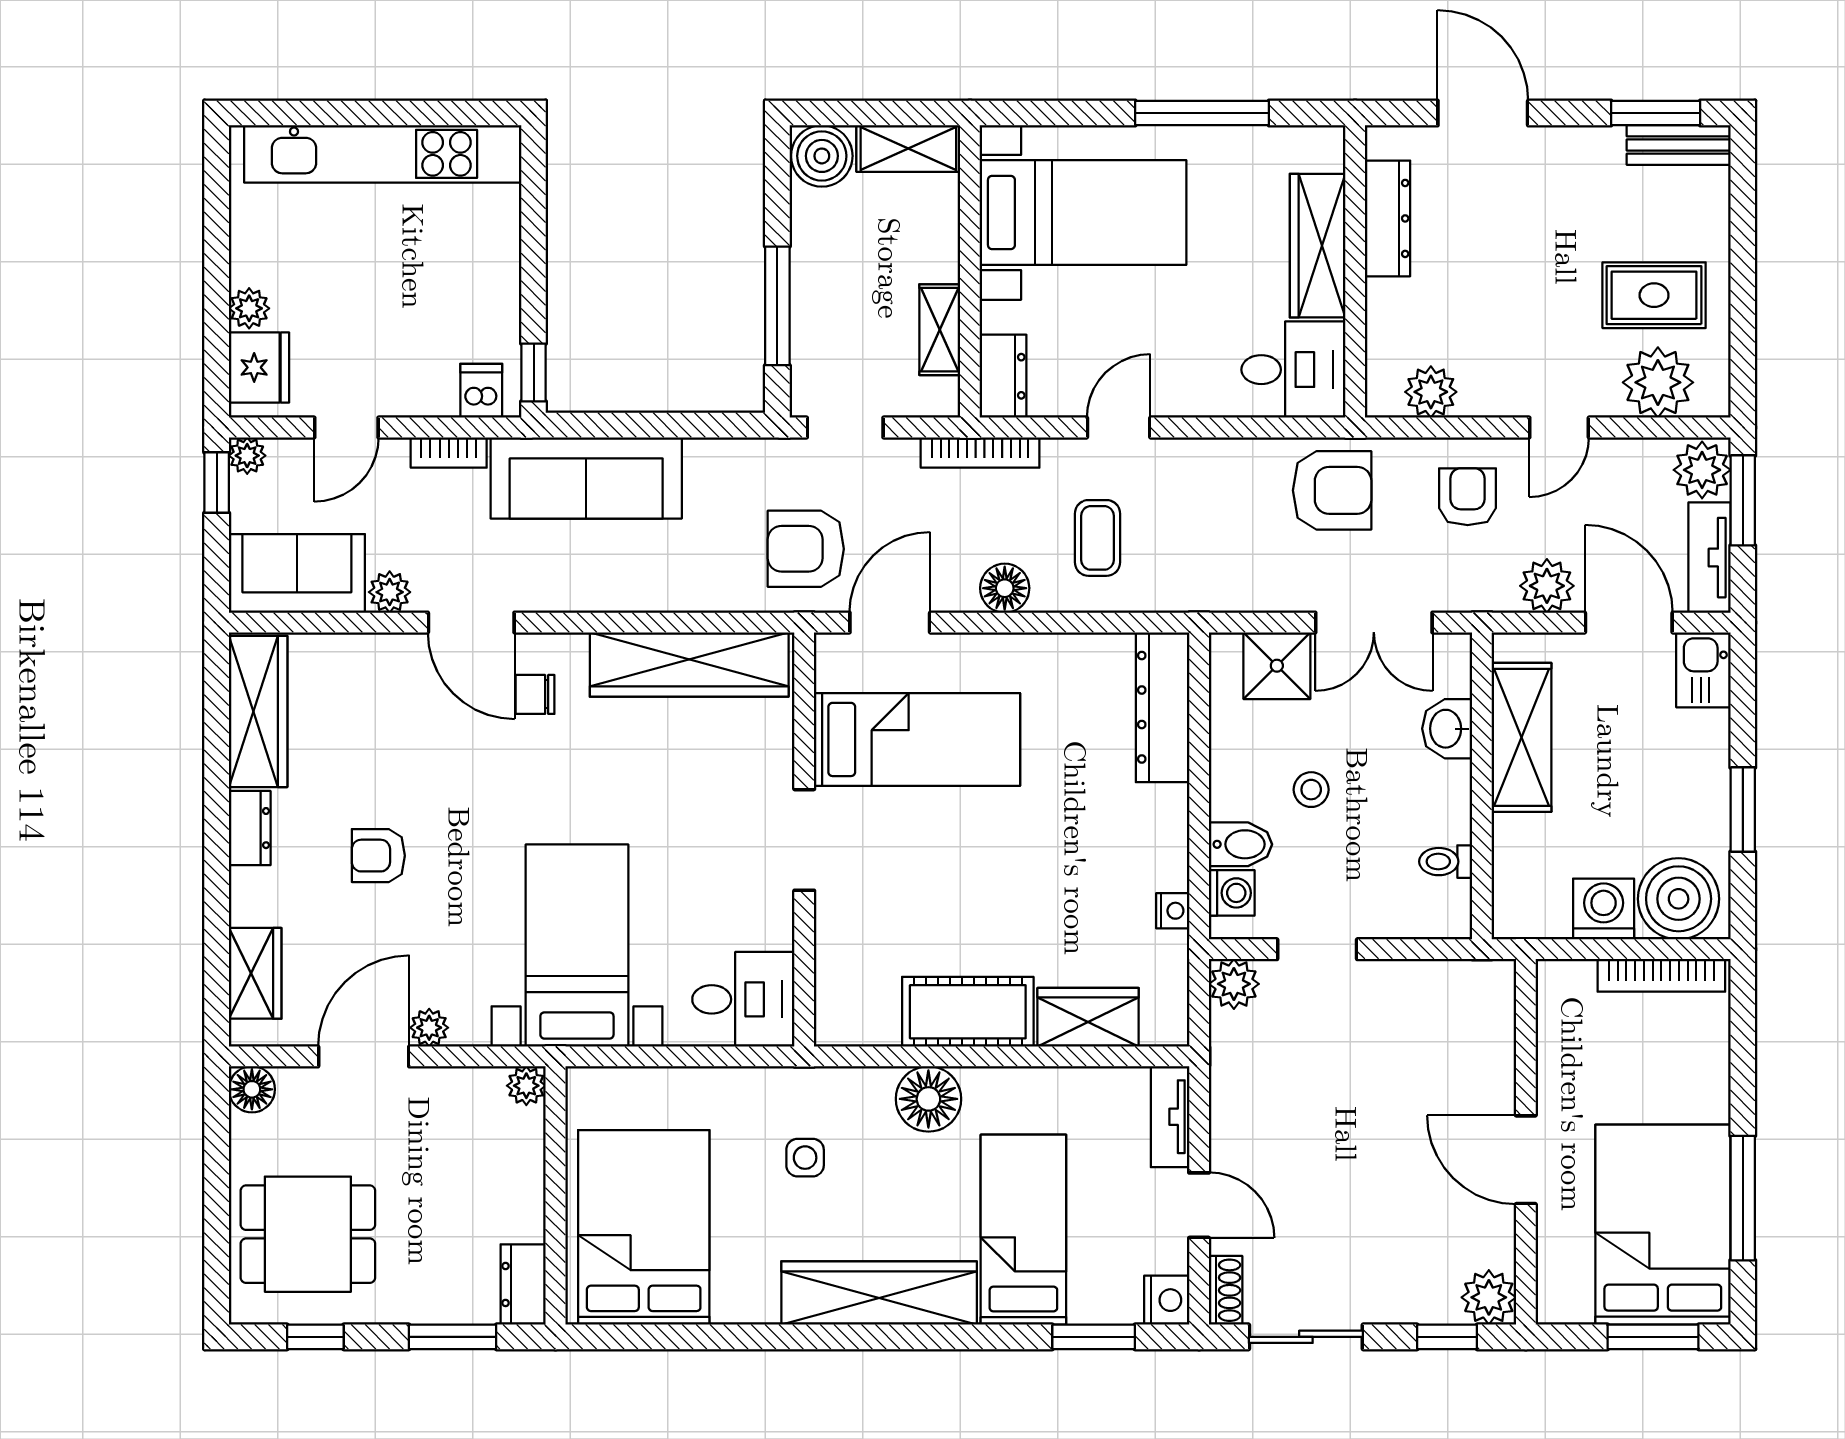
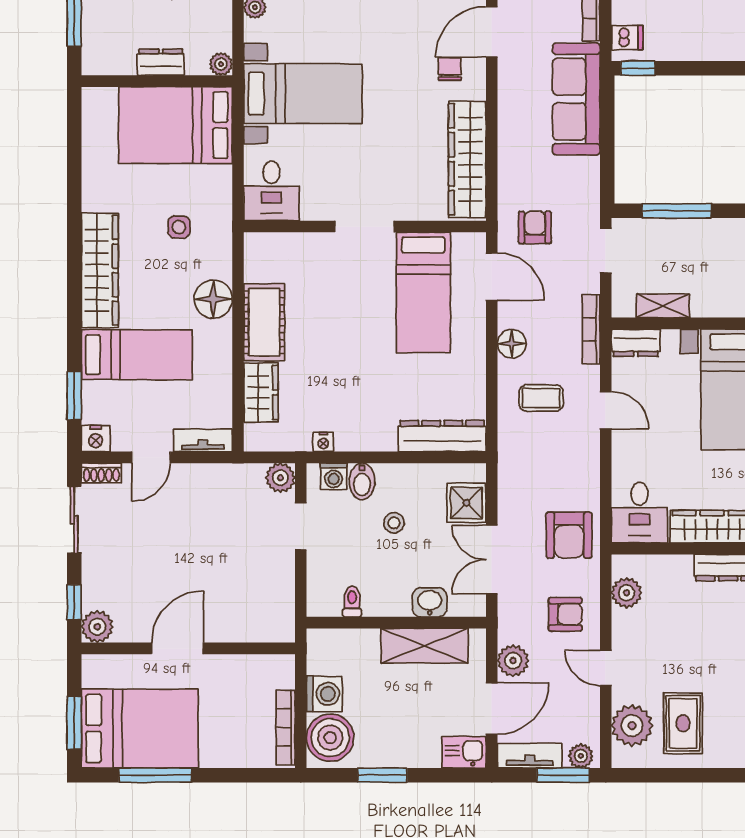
plant: (1702, 470) -> (581, 756), width x0.73, depth x0.73
armchair: (806, 549) -> (535, 227), width x0.72, depth x0.72
bed: (644, 1227) -> (175, 125), moved, turned 180
dresser: (523, 1284) -> (161, 62), moved

